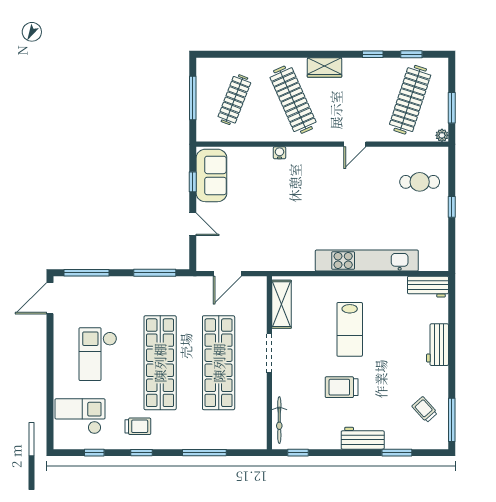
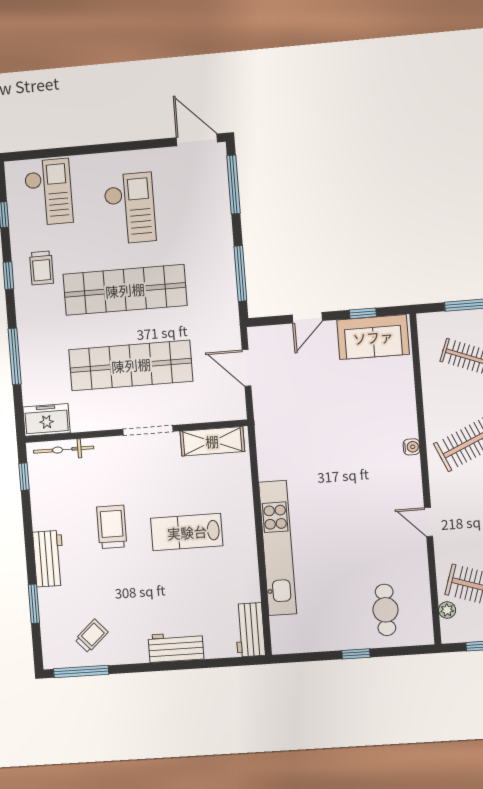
plant: (442, 135) -> (447, 610), moved
water cooler: (279, 153) -> (411, 447), moved
checkout: (98, 354) -> (130, 208), turned 90
freezer: (255, 432) -> (46, 420), added

